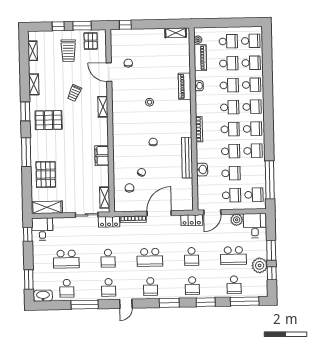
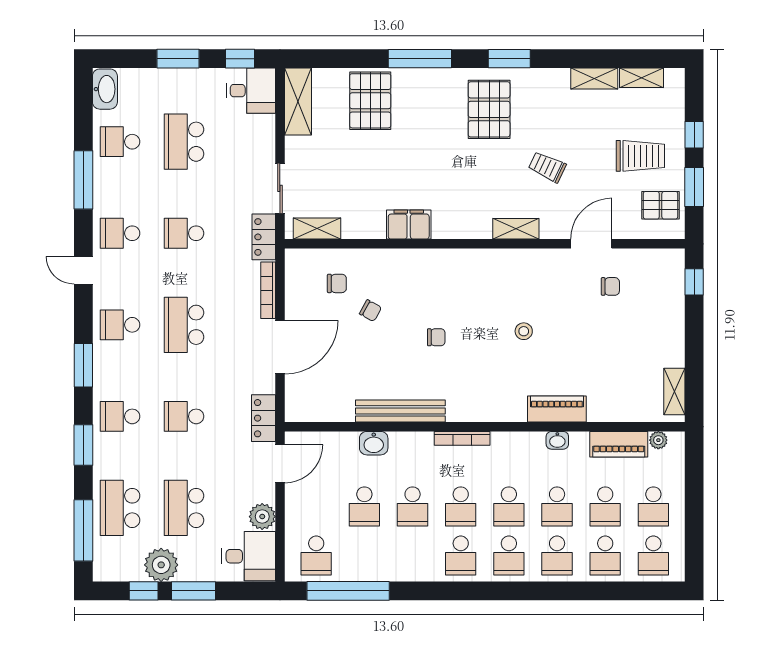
trolley: (68, 51) -> (640, 156), turned 180
shelving: (34, 84) -> (594, 78), moved
school desk: (253, 151) -> (413, 556), removed
pallet: (46, 174) -> (370, 101), turned 90
school desk: (231, 195) -> (316, 506), removed
door: (212, 212) -> (280, 464), swing flipped
door: (159, 213) -> (280, 347), hinge flipped
window: (29, 279) -> (178, 59), moved
school desk: (234, 285) -> (120, 508), width x1.85

